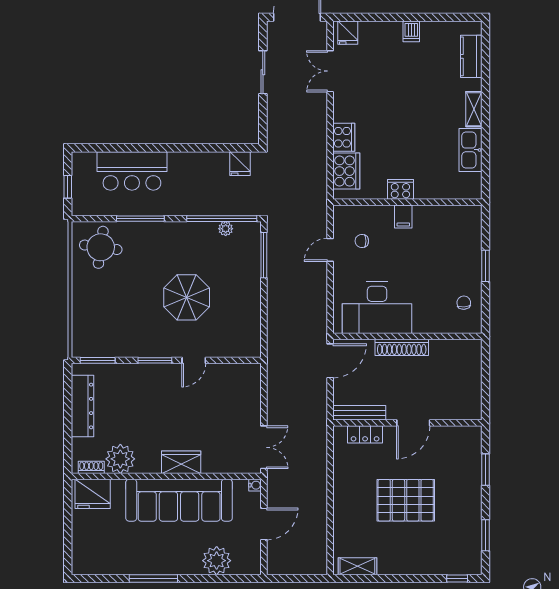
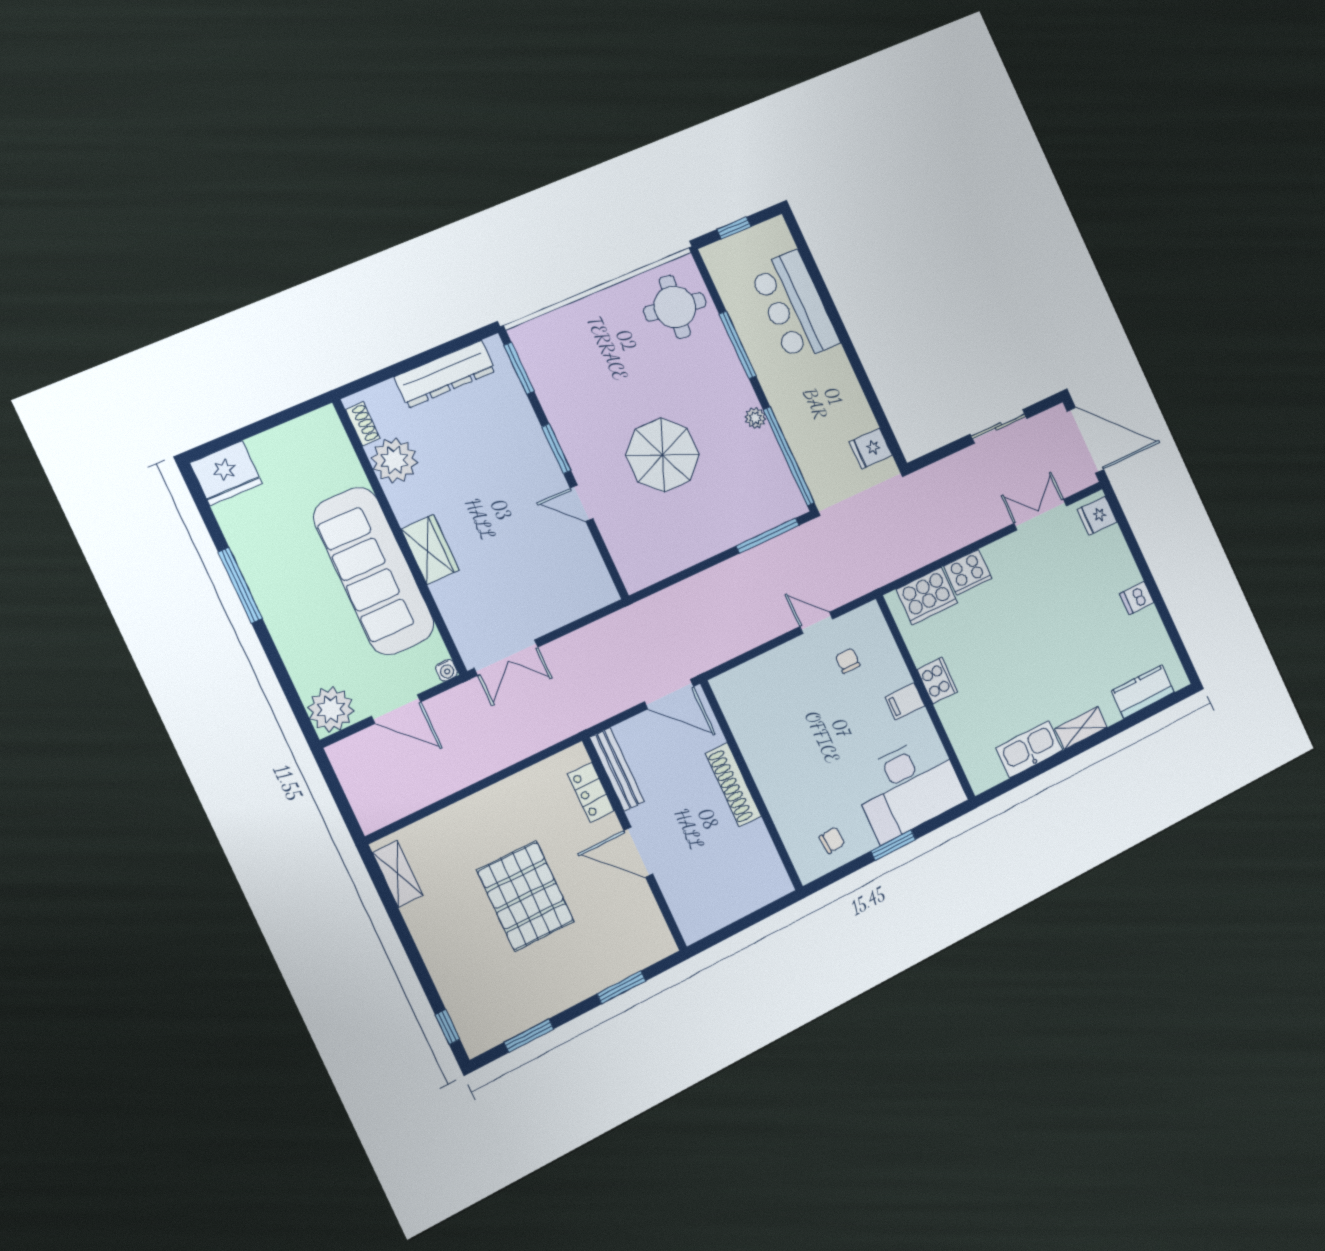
plant: (226, 229) -> (755, 418), moved
desk: (377, 308) -> (908, 788), moved, turned -90
fridge: (93, 494) -> (226, 473), moved, turned -90
plant: (217, 561) -> (331, 709), moved

